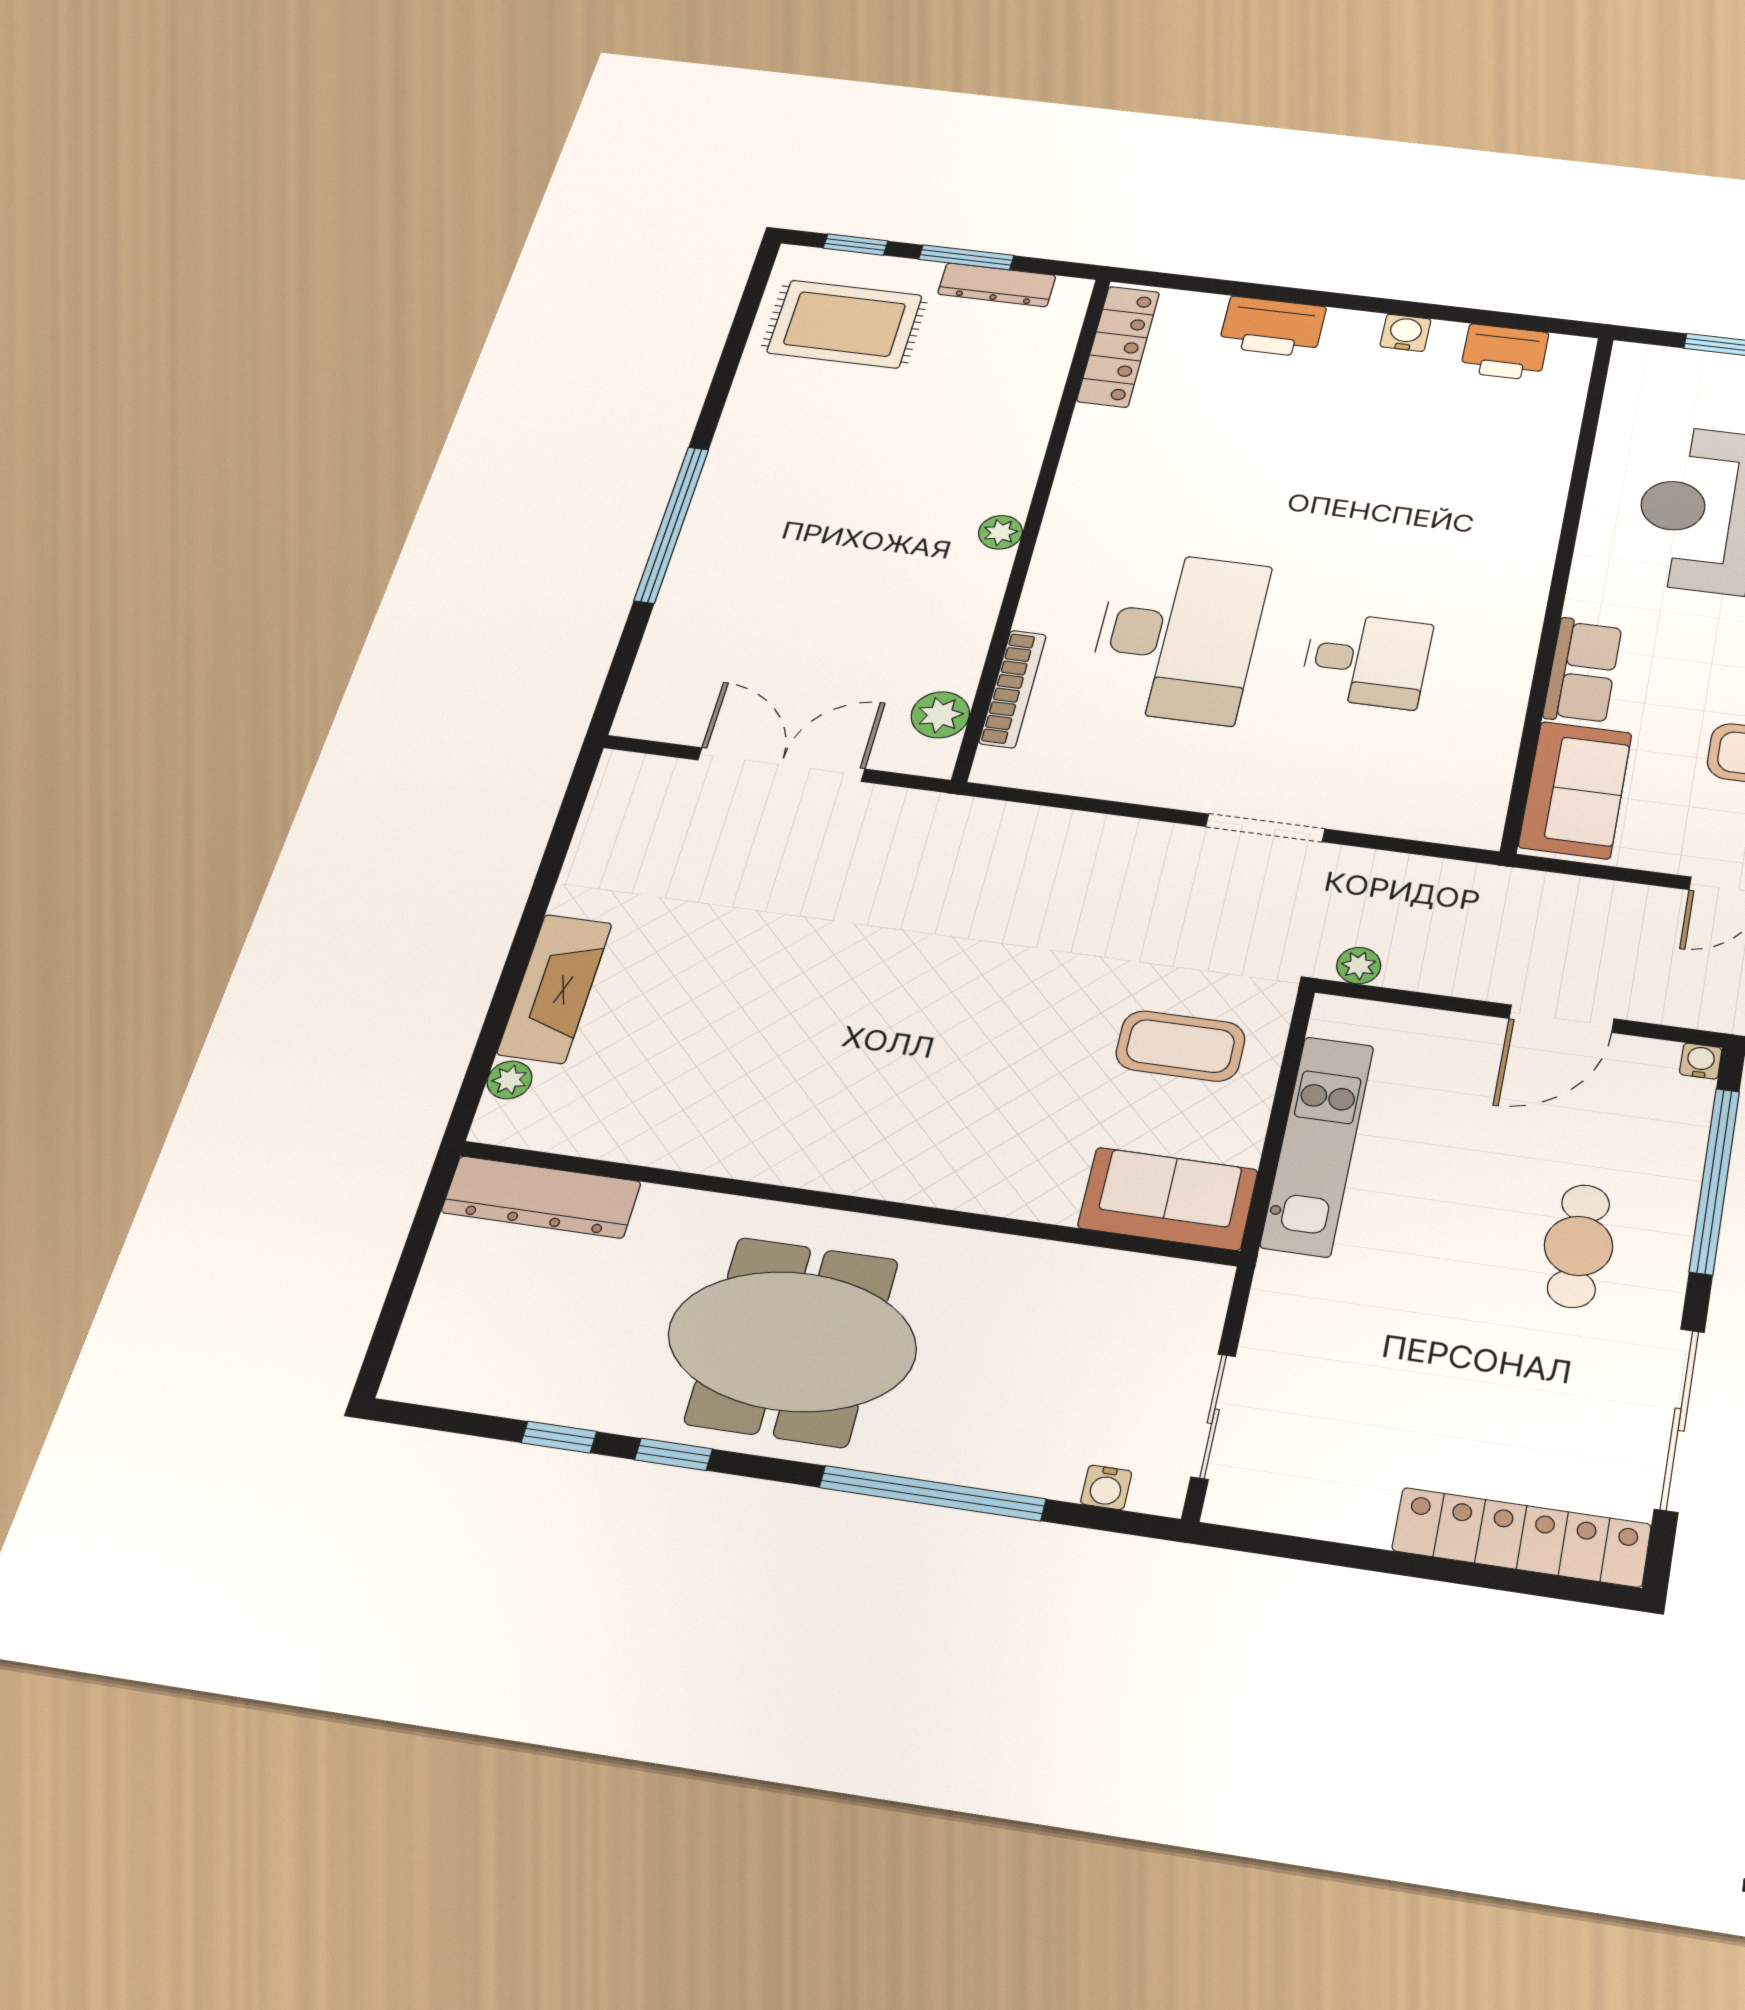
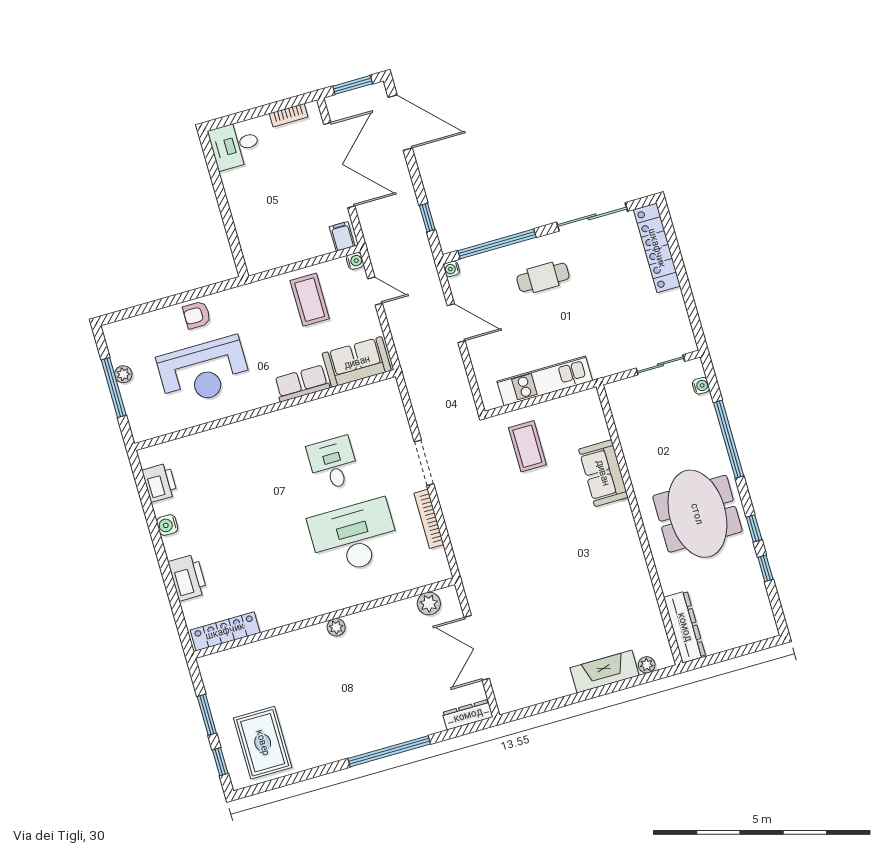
dresser: (997, 285) -> (468, 715), moved, turned -90
bookcase: (1013, 689) -> (429, 519), moved, turned -90
plant: (1359, 966) -> (467, 402), removed
sofa: (1168, 1199) -> (603, 473), moved

